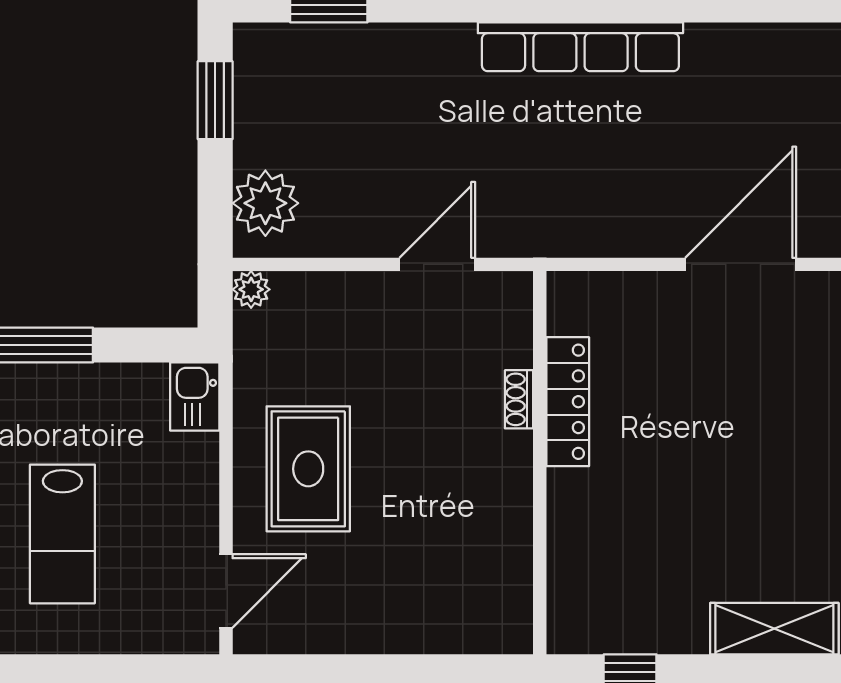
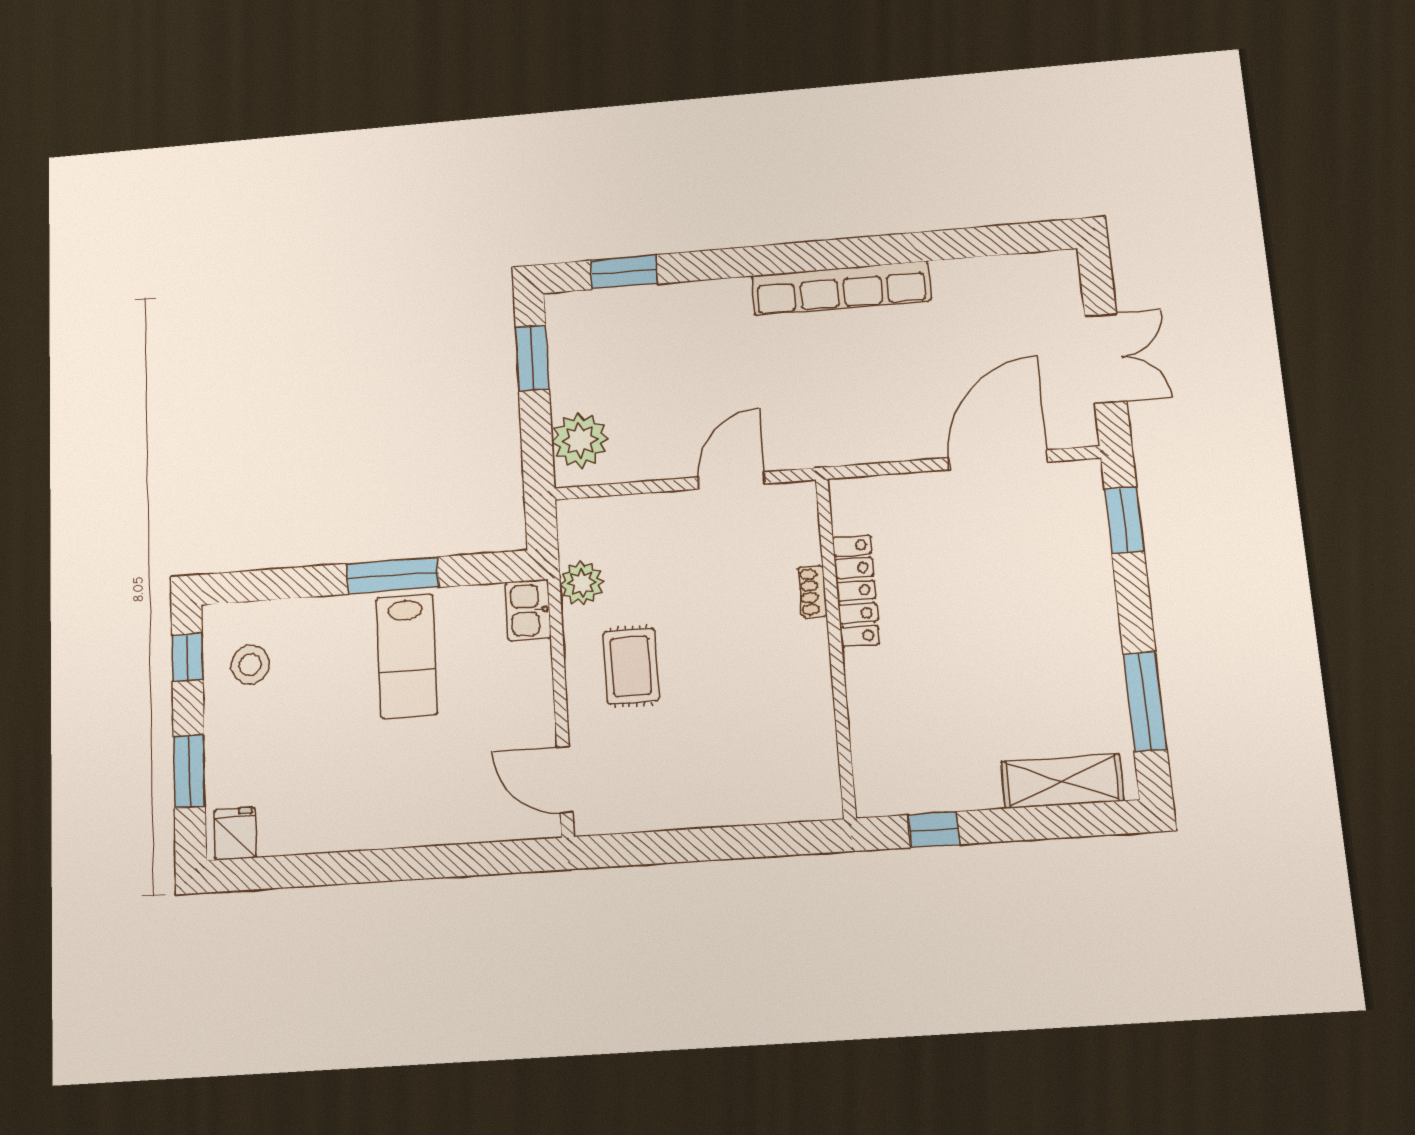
plant: (251, 289) -> (582, 583), moved, width x1.38, depth x1.38
rug: (308, 469) -> (631, 666), width x0.73, depth x0.70
lab bench: (62, 534) -> (407, 656), moved
door: (226, 591) -> (565, 780), swing flipped

